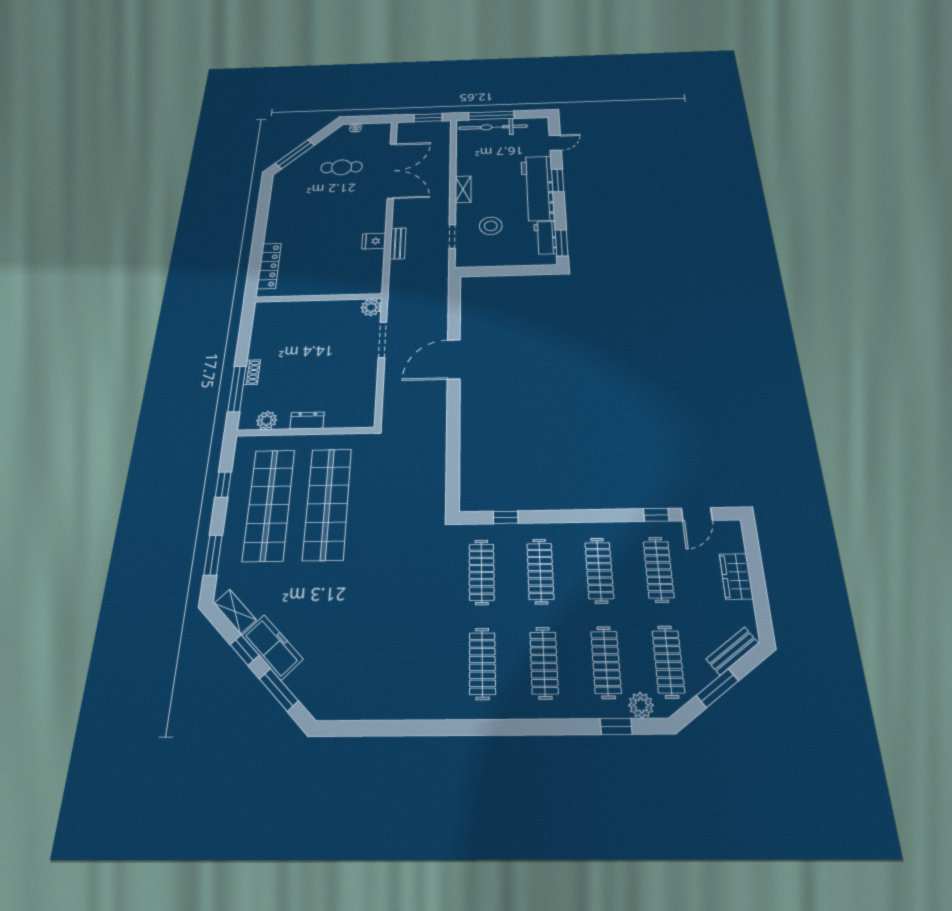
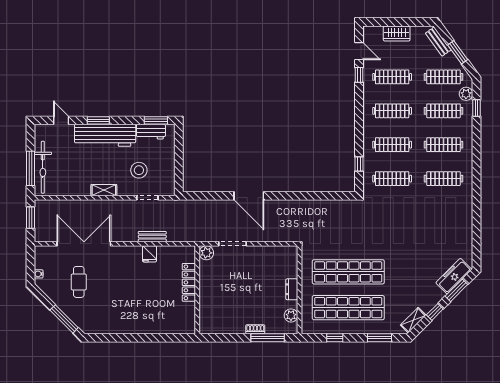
locker: (269, 266) -> (189, 282), moved, turned -90
freezer: (272, 647) -> (454, 276), moved

